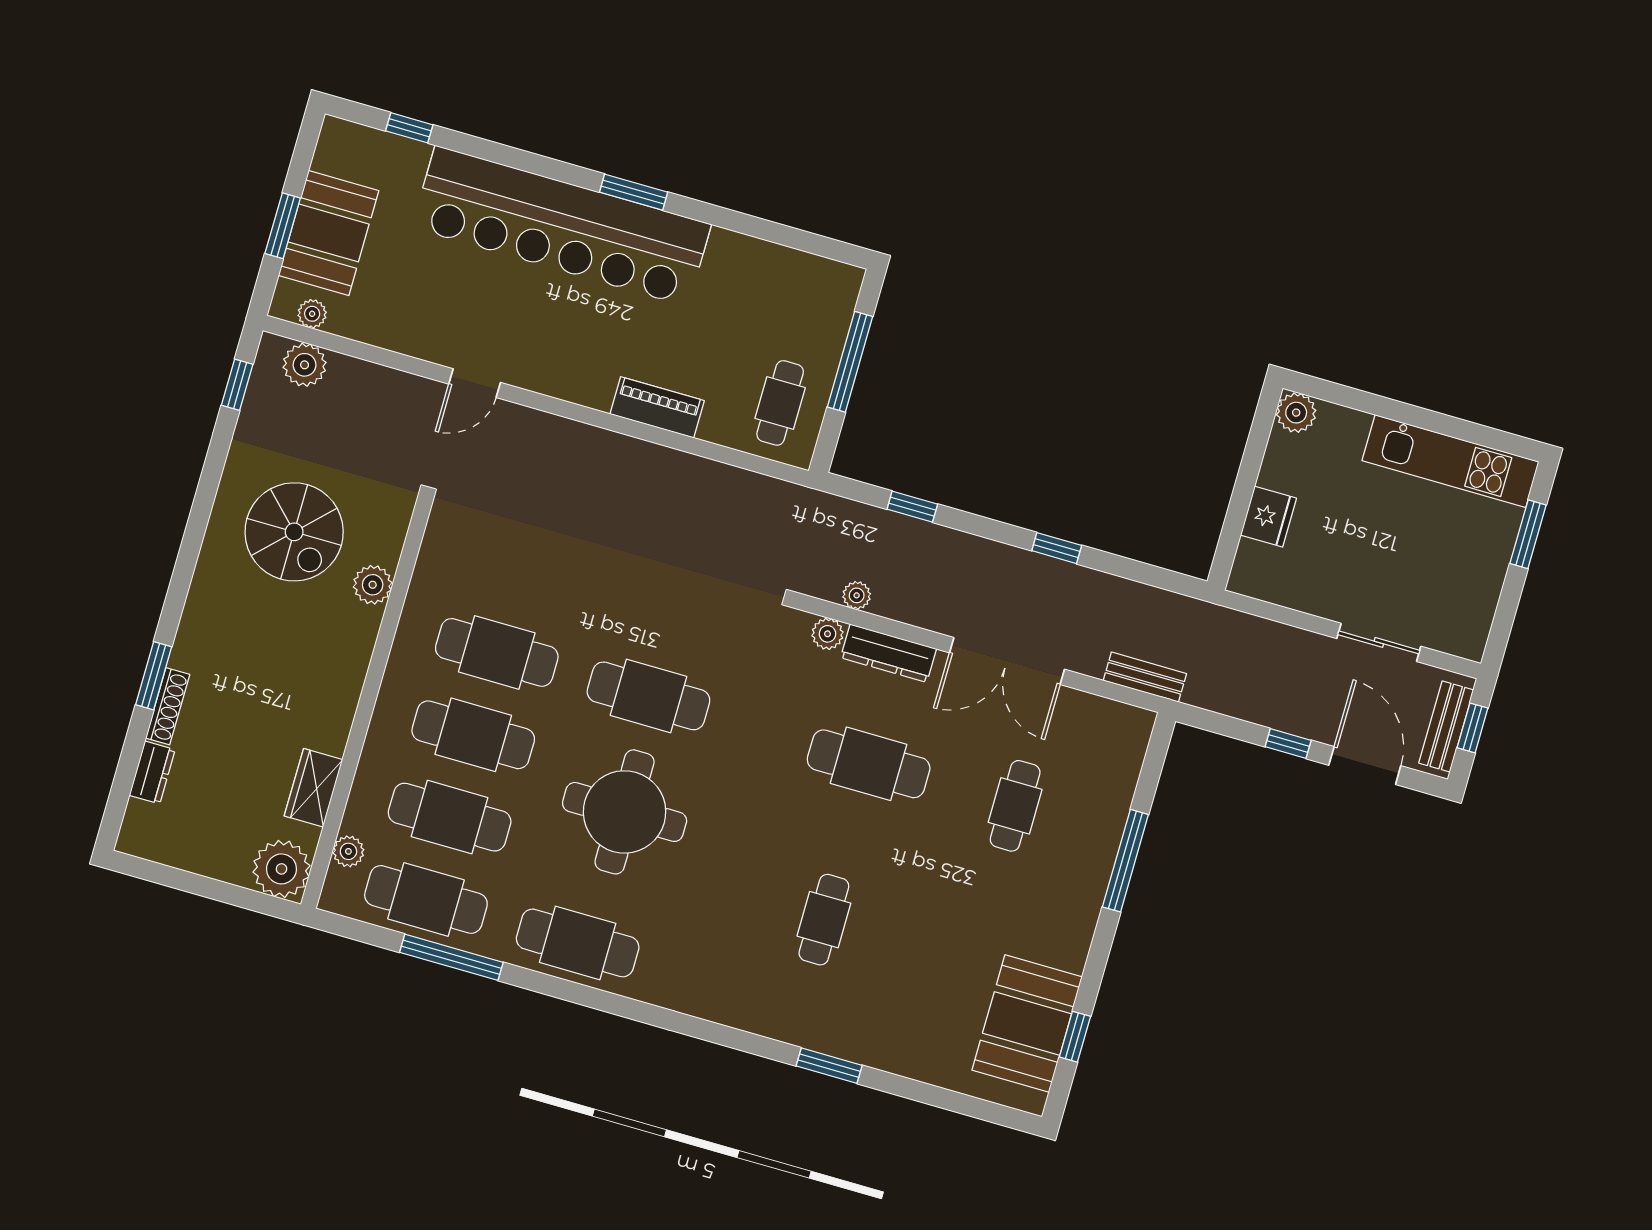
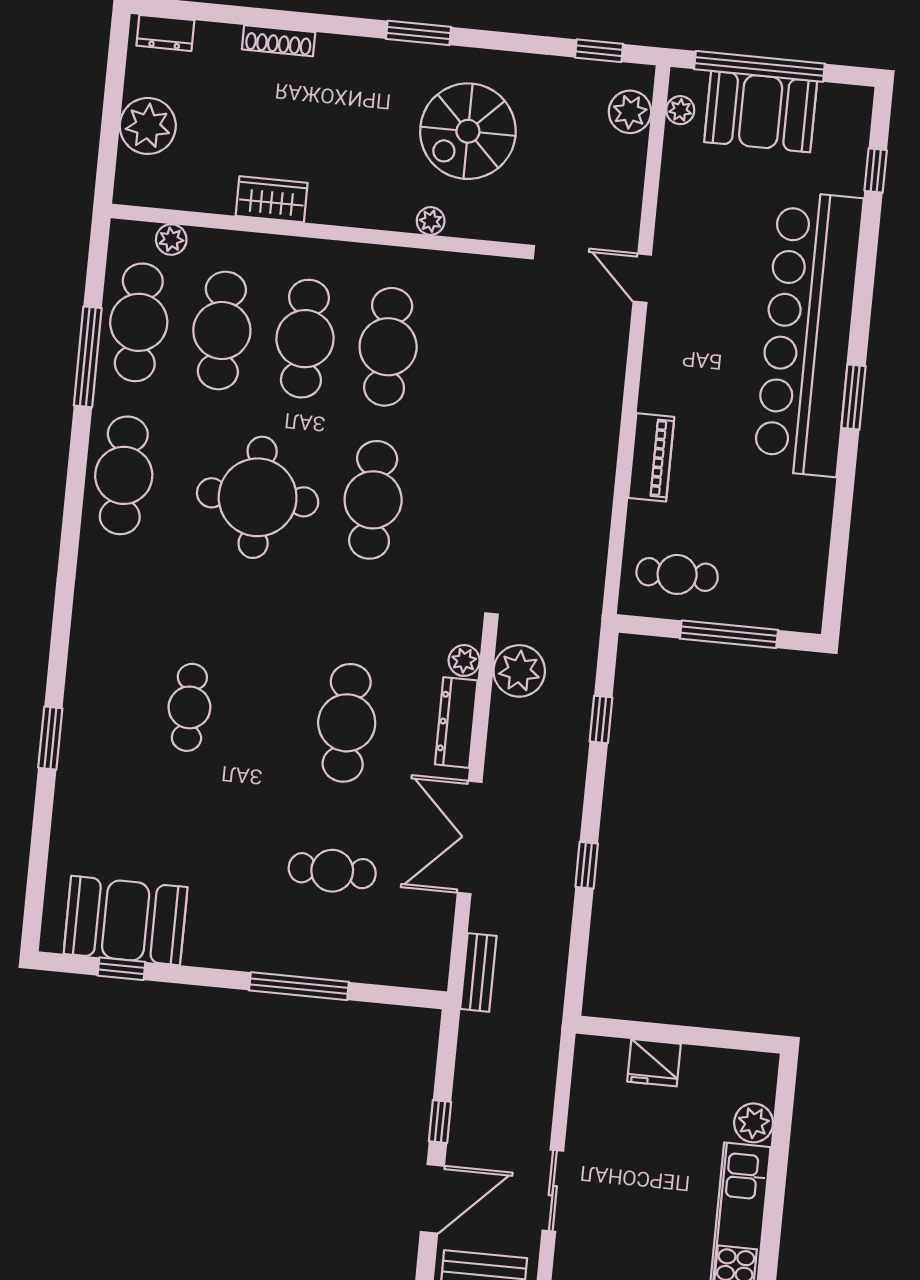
window: (283, 226) -> (759, 66), width x2.11
plant: (1296, 413) -> (754, 1123), moved
plant: (373, 585) -> (431, 221), width x0.73, depth x0.73
plant: (857, 595) -> (519, 671), width x1.87, depth x1.87
window: (154, 676) -> (419, 33), moved
dresser: (152, 772) -> (165, 33), moved
wardrobe: (313, 788) -> (272, 199), moved
plant: (282, 869) -> (148, 126), moved
cafe table: (824, 920) -> (189, 707), turned 90

